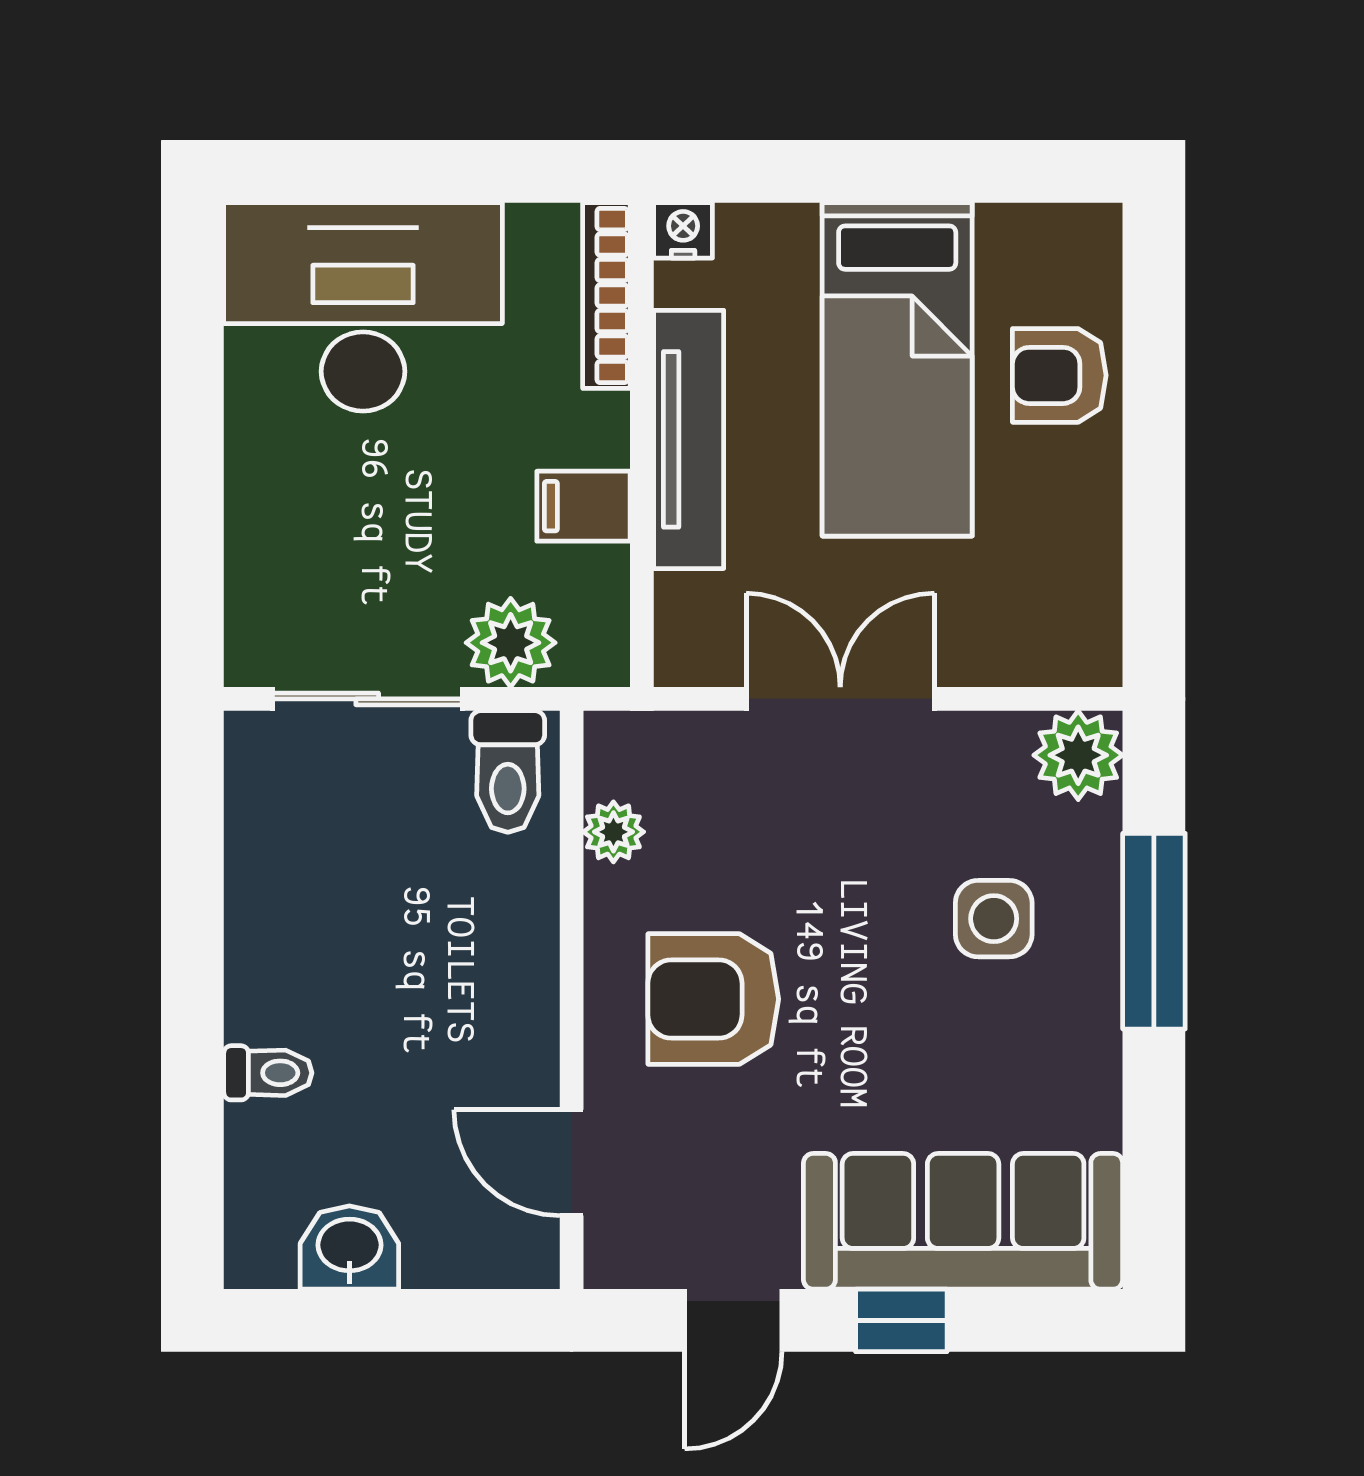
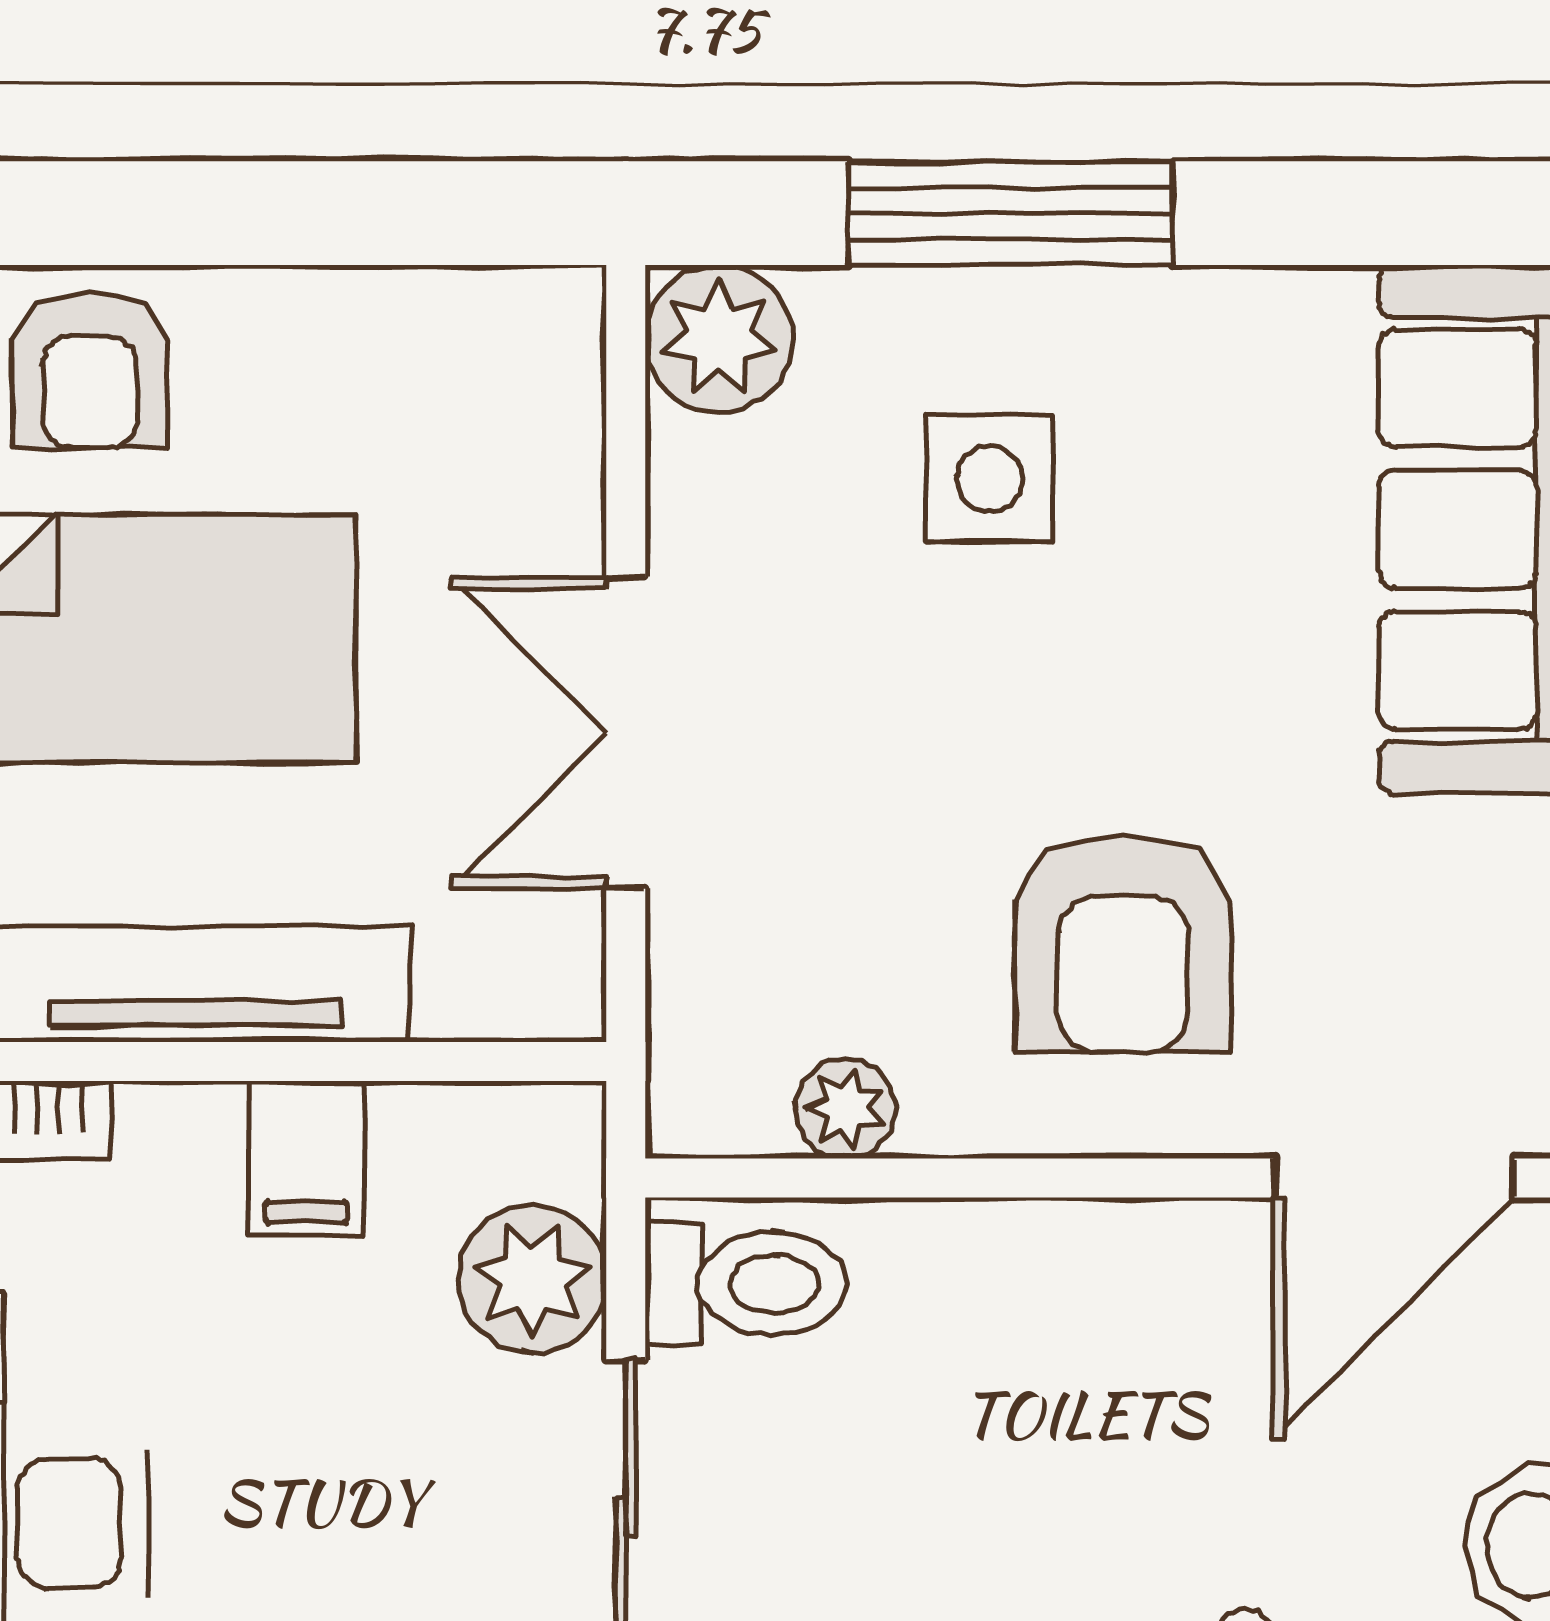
door: (572, 1163) -> (1394, 1178), width x1.38

